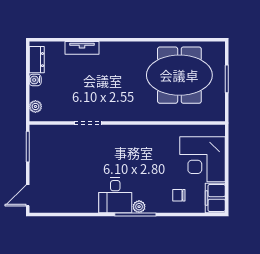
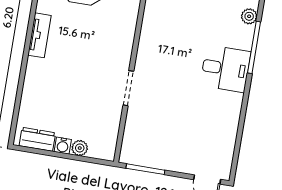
tv unit: (82, 48) -> (39, 35), moved
plant: (35, 106) -> (80, 148), moved
plant: (139, 207) -> (249, 16), moved

